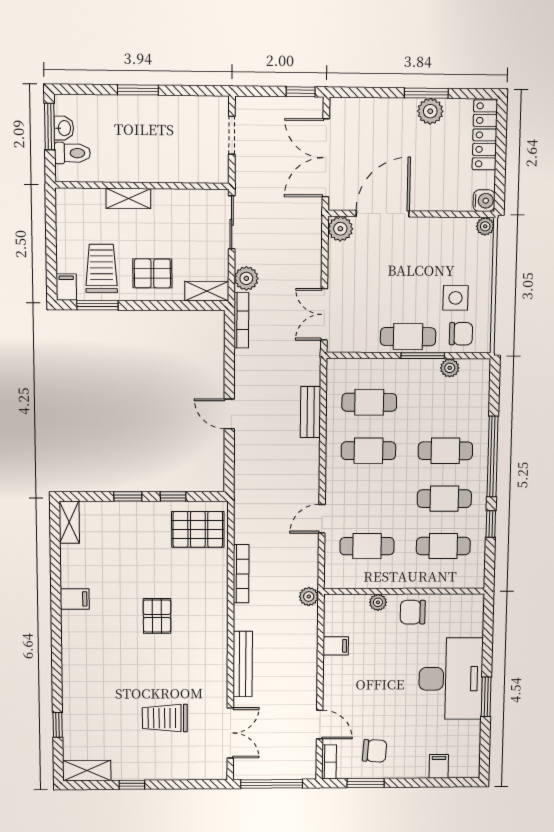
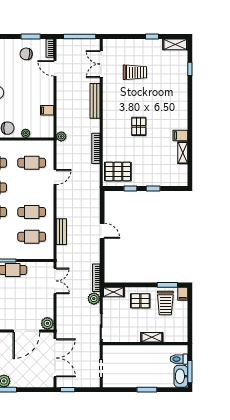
washbasin: (64, 128) -> (181, 376), width x1.91, depth x1.45
shelving: (69, 522) -> (183, 153), moved

